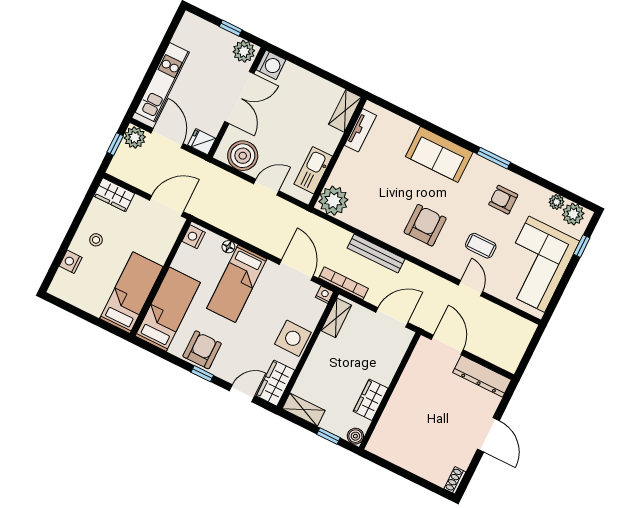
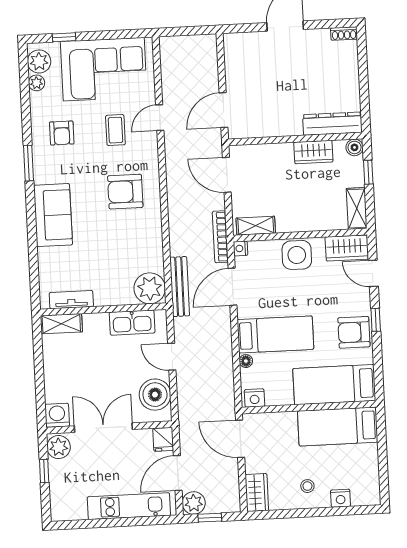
bench: (376, 253) -> (180, 287), moved
dresser: (482, 376) -> (332, 124), moved, turned -90

